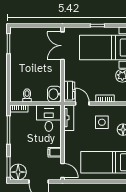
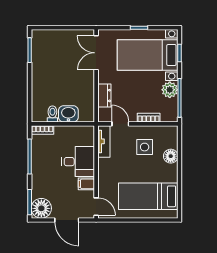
dresser: (69, 91) -> (104, 96), moved
washbasin: (54, 94) -> (68, 114), moved, turned 90
desk: (49, 118) -> (78, 162), moved, turned 90

